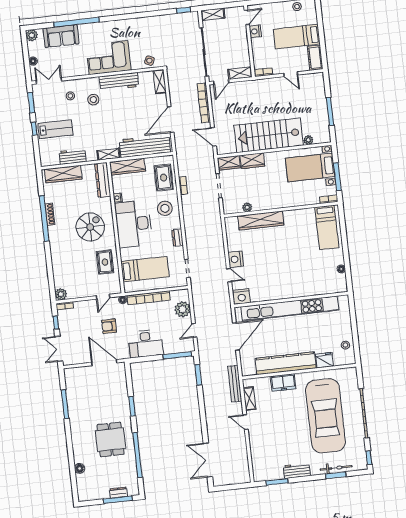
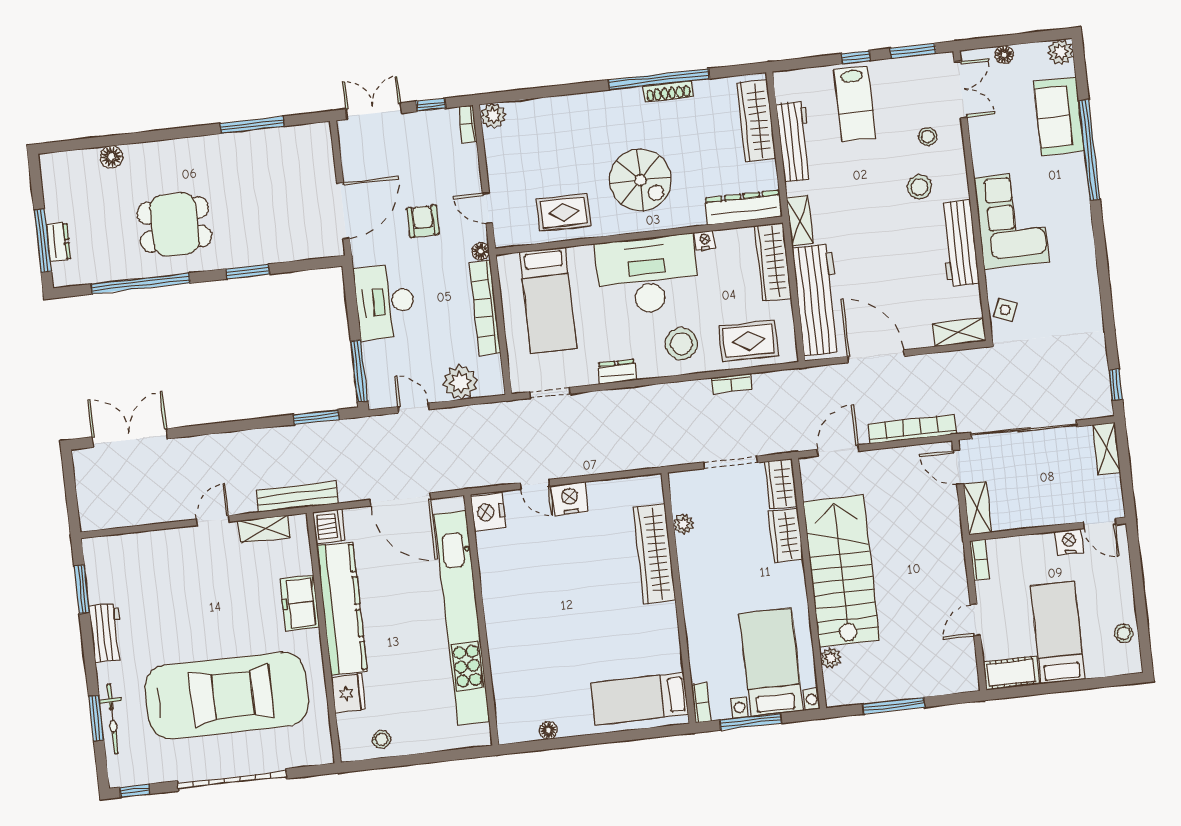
workbench: (73, 157) -> (795, 141), width x1.38
door: (229, 275) -> (535, 484), hinge flipped
dishwasher: (248, 369) -> (329, 526), added
car: (325, 416) -> (227, 696), turned 180

